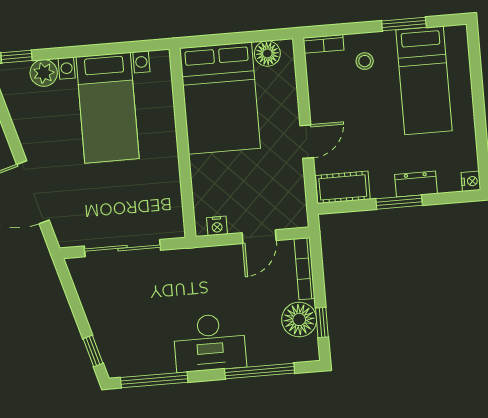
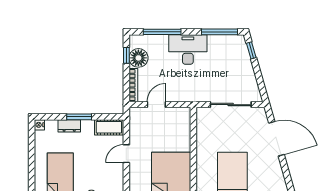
nightstand: (217, 226) -> (179, 112), removed

